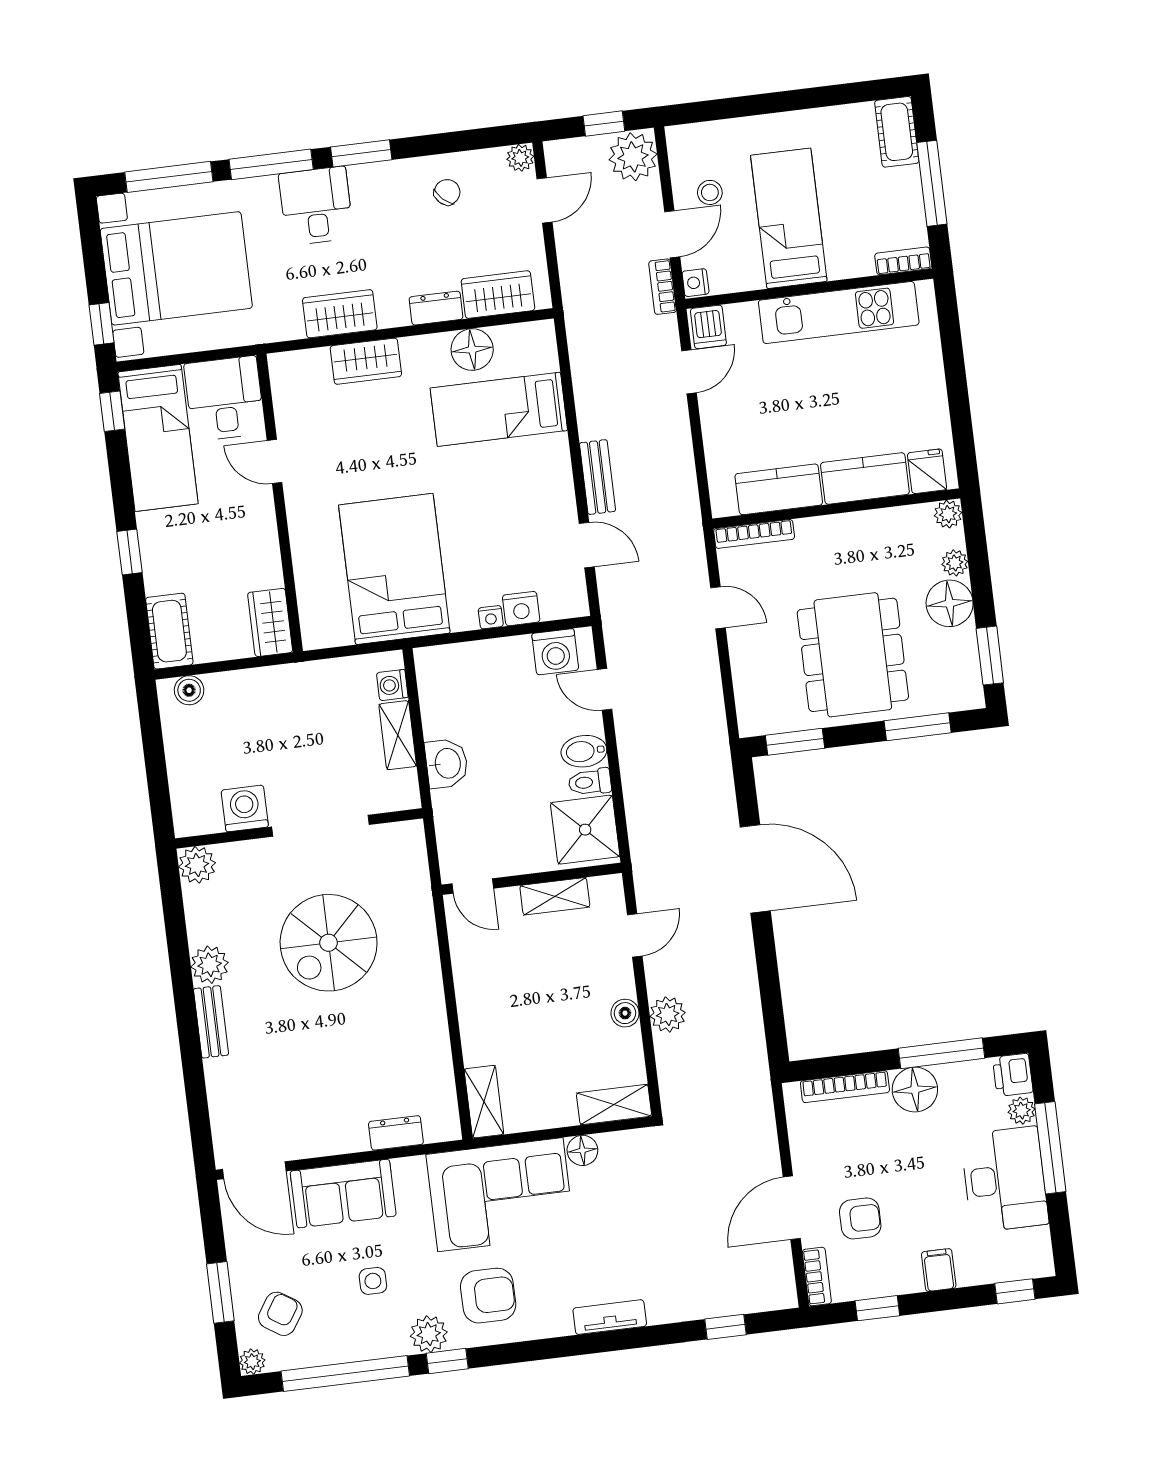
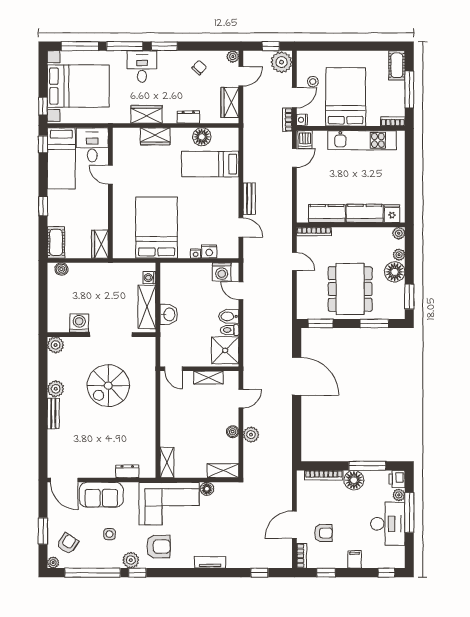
bed: (789, 218) -> (346, 97), width x1.50
wardrobe: (498, 295) -> (230, 102), moved, turned -90
shelving: (398, 735) -> (147, 307), width x1.50, depth x1.33

